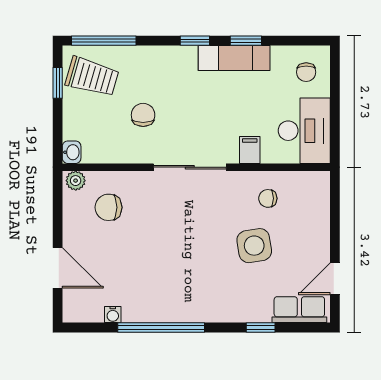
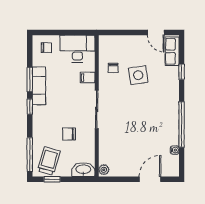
window: (246, 41) -> (30, 80), width x1.50
washbasin: (72, 152) -> (83, 170), width x1.91, depth x1.45
chair: (109, 207) -> (118, 152), removed

